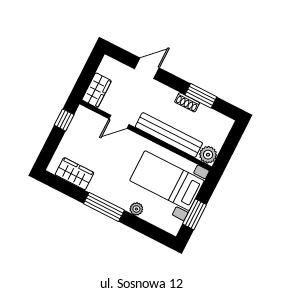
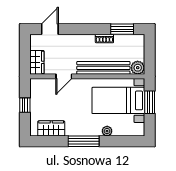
door: (147, 68) -> (50, 29), moved
window: (201, 96) -> (122, 29), moved
window: (64, 120) -> (25, 105), moved
window: (195, 214) -> (150, 102), moved

